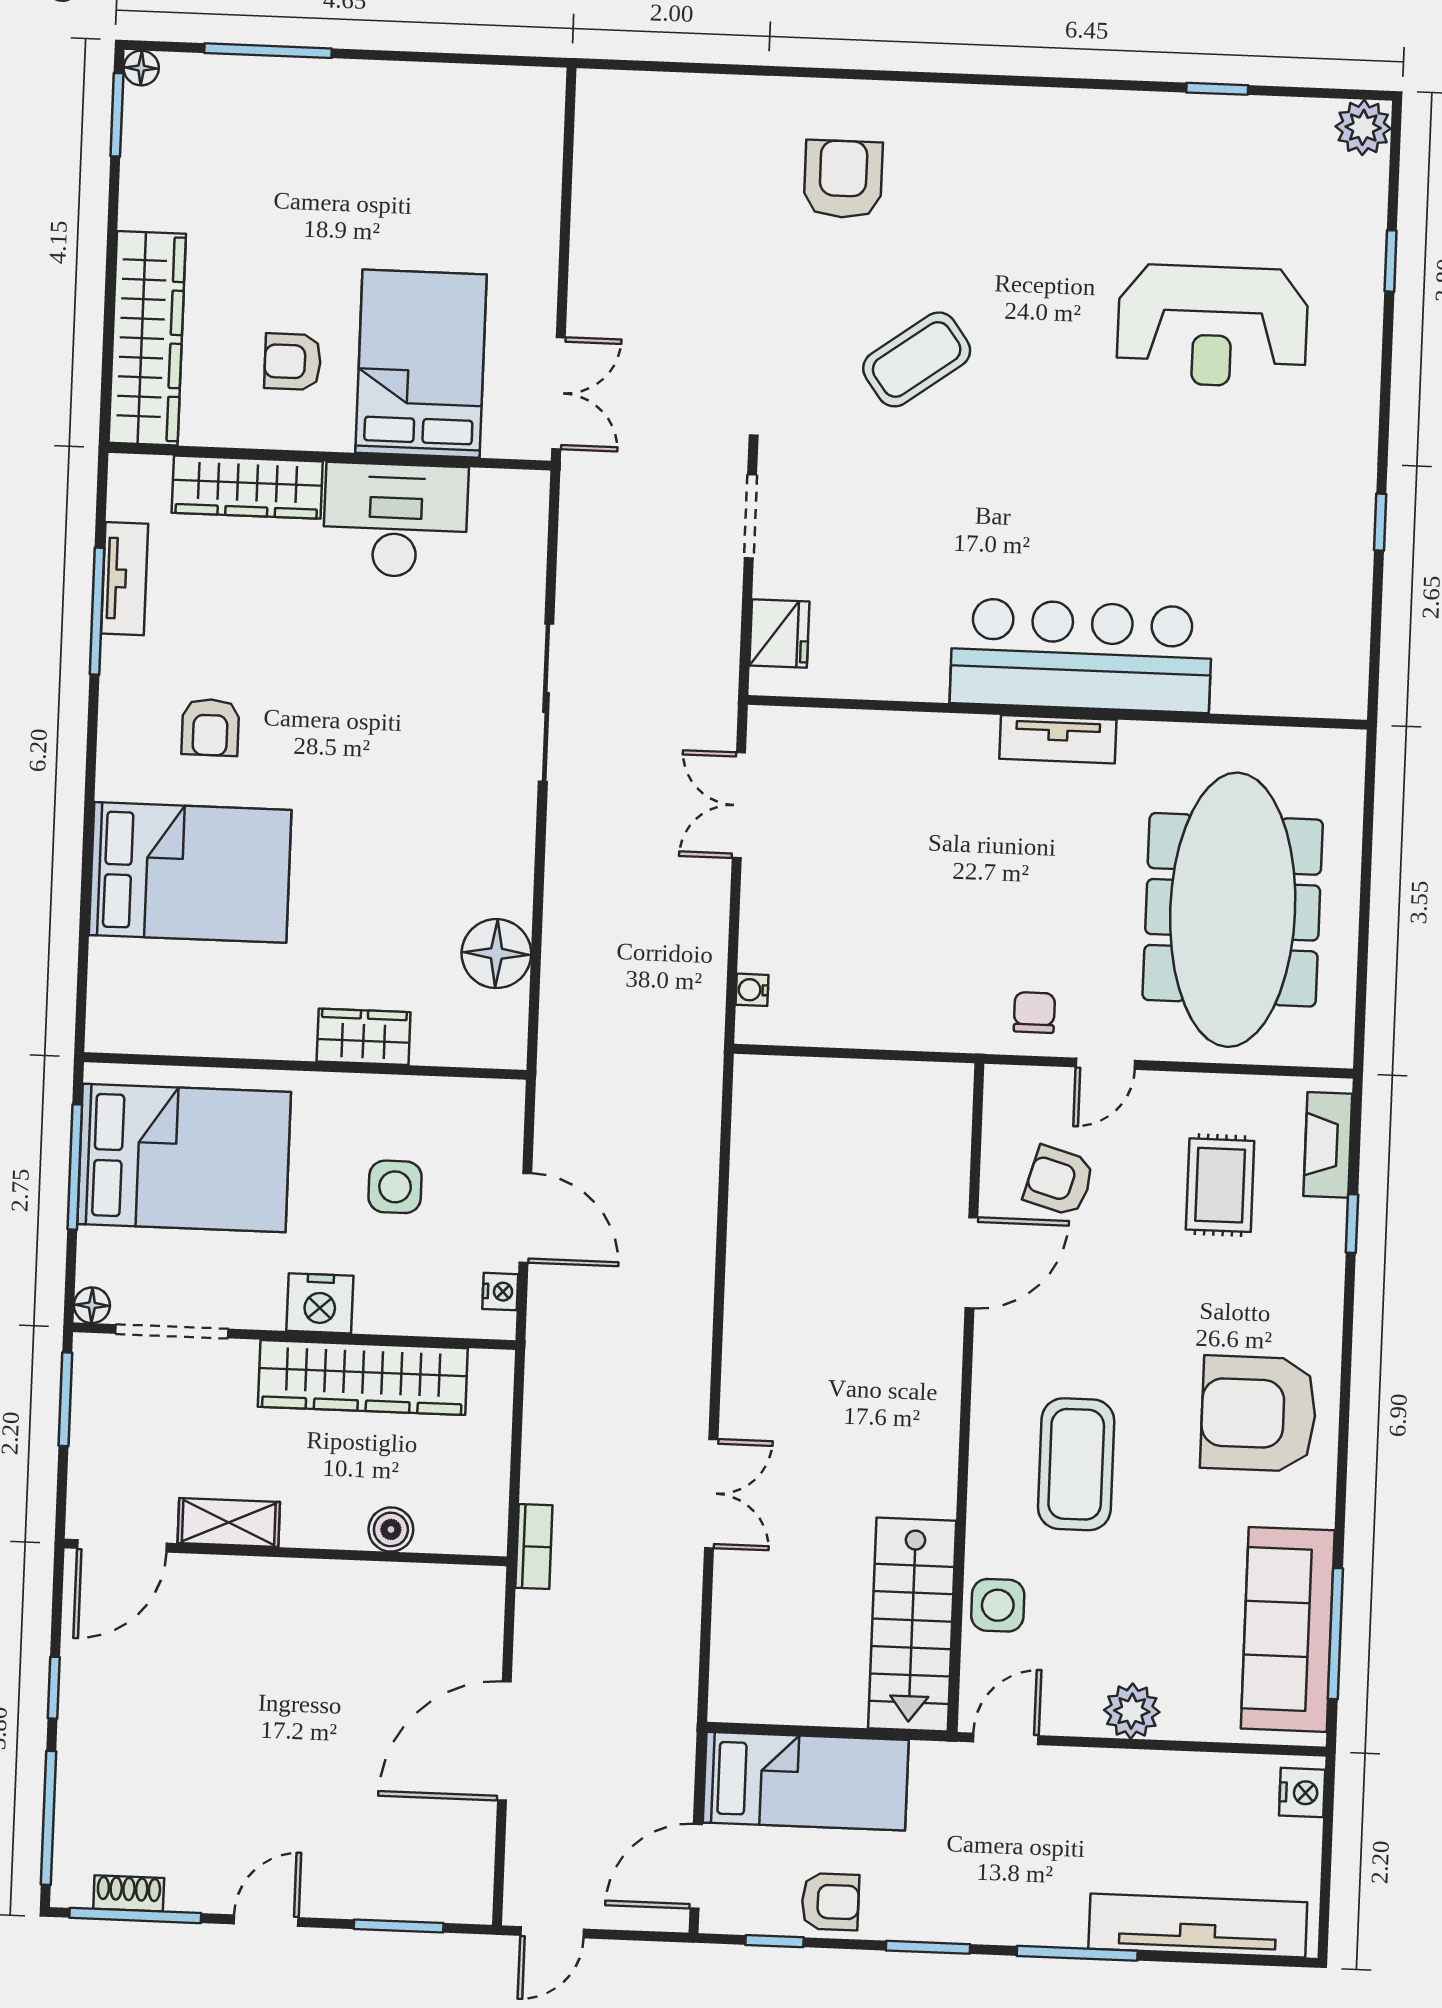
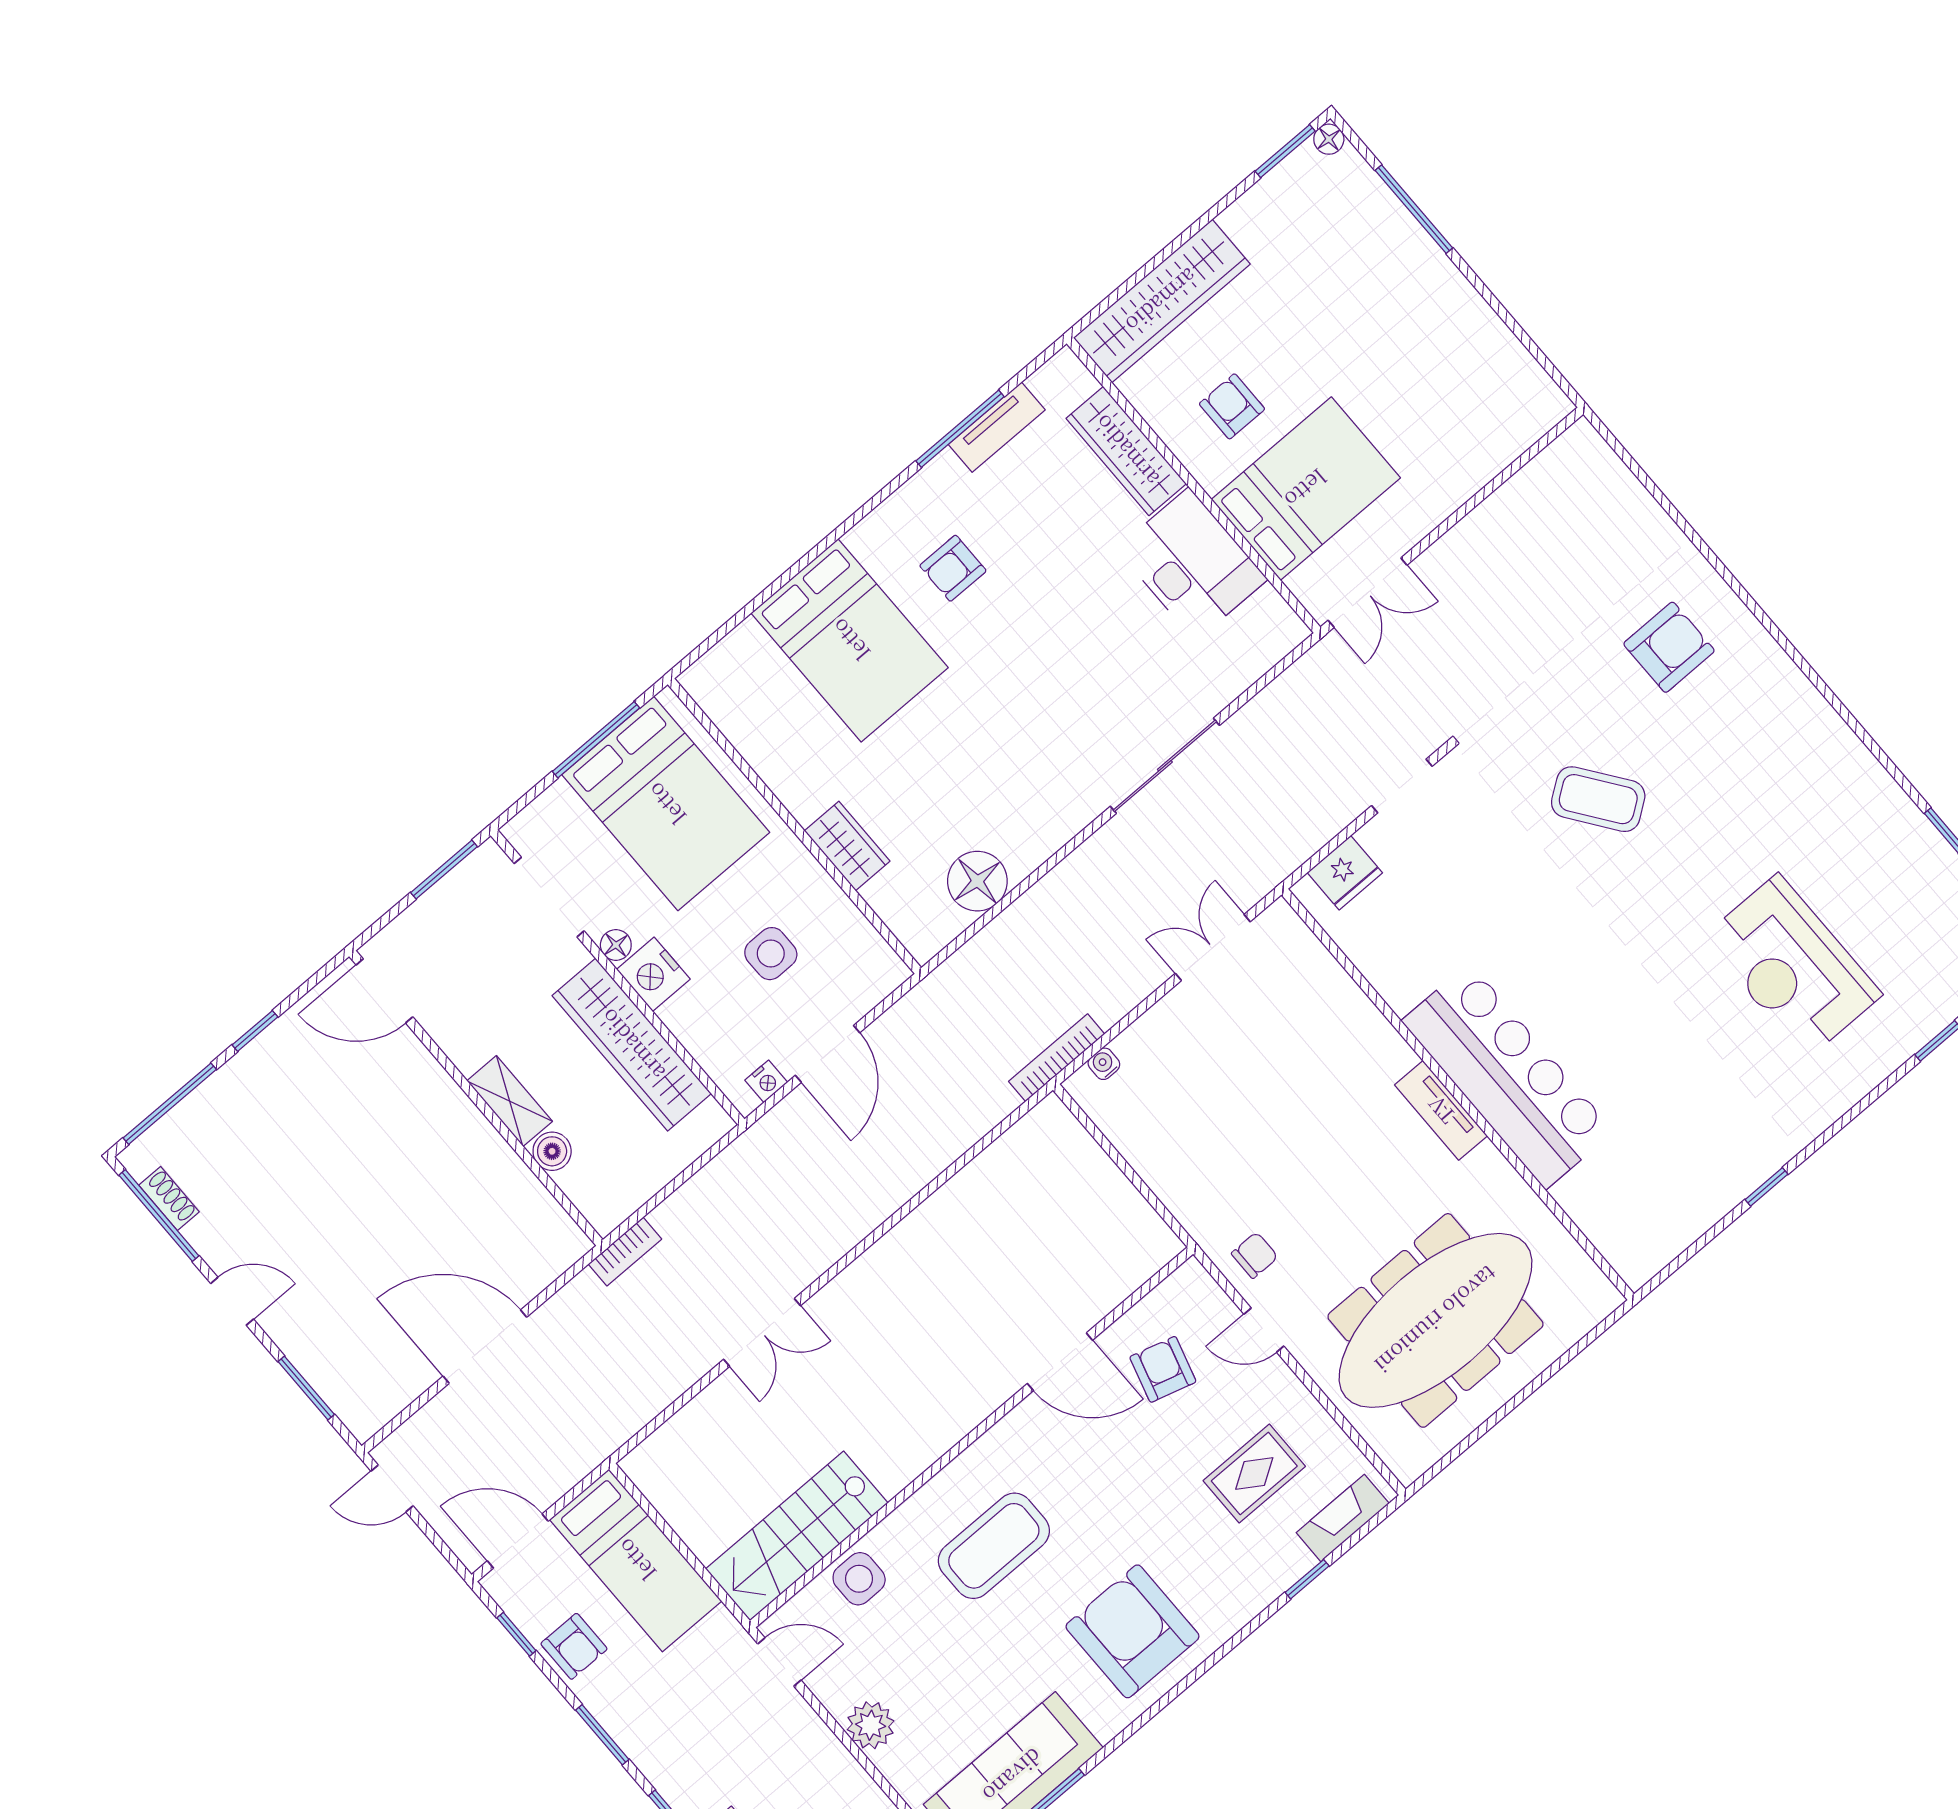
bookcase: (710, 1025) -> (1057, 1058), added
floor lamp: (92, 1305) -> (616, 945), moved
shelving: (229, 1523) -> (510, 1101), moved

